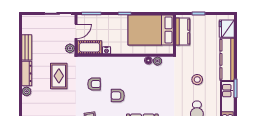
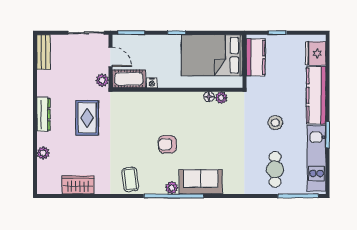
door: (76, 31) -> (110, 57), hinge flipped
bench: (27, 47) -> (43, 52), moved
armchair: (94, 84) -> (135, 129), removed
plant: (27, 91) -> (43, 153), moved

